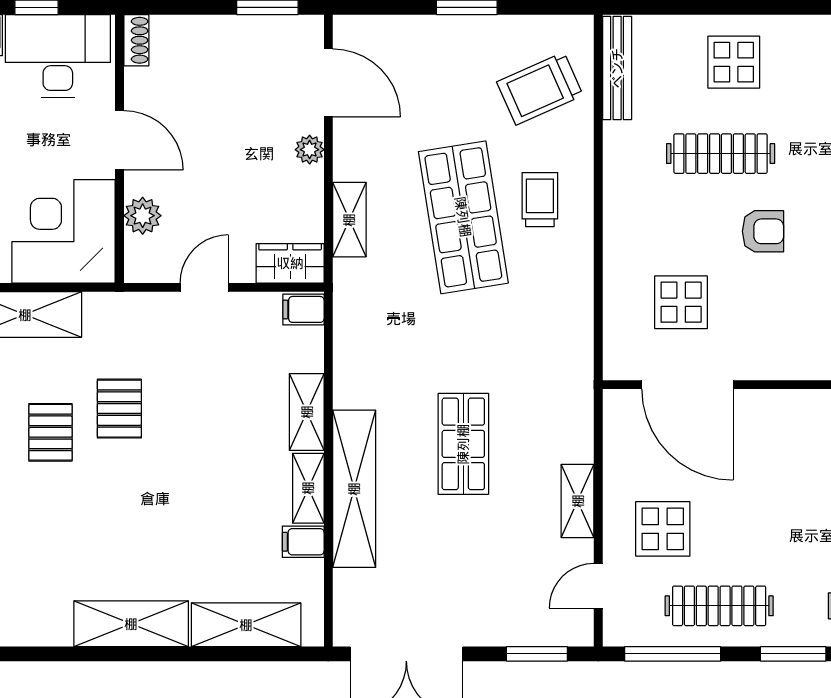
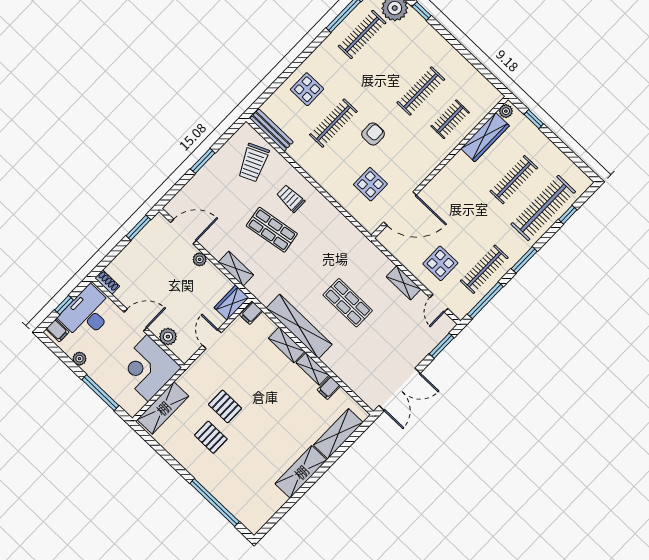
shop shelf: (463, 217) -> (272, 230), width x0.70, depth x0.74
shelving: (354, 489) -> (299, 326), moved

